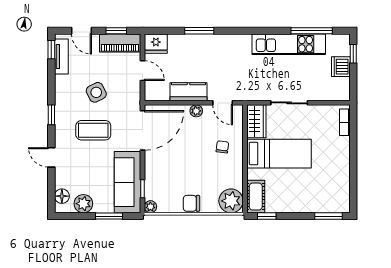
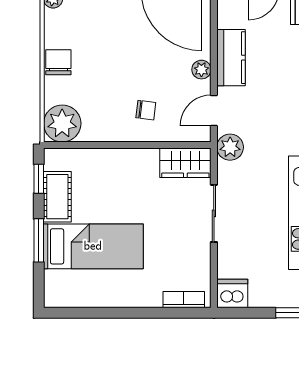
dishwasher: (341, 67) -> (232, 294), moved
plant: (246, 92) -> (230, 147), added
bed: (279, 154) -> (93, 246), moved, turned -90
cot: (256, 197) -> (57, 197), moved, turned 90
window: (328, 216) -> (39, 240), moved

